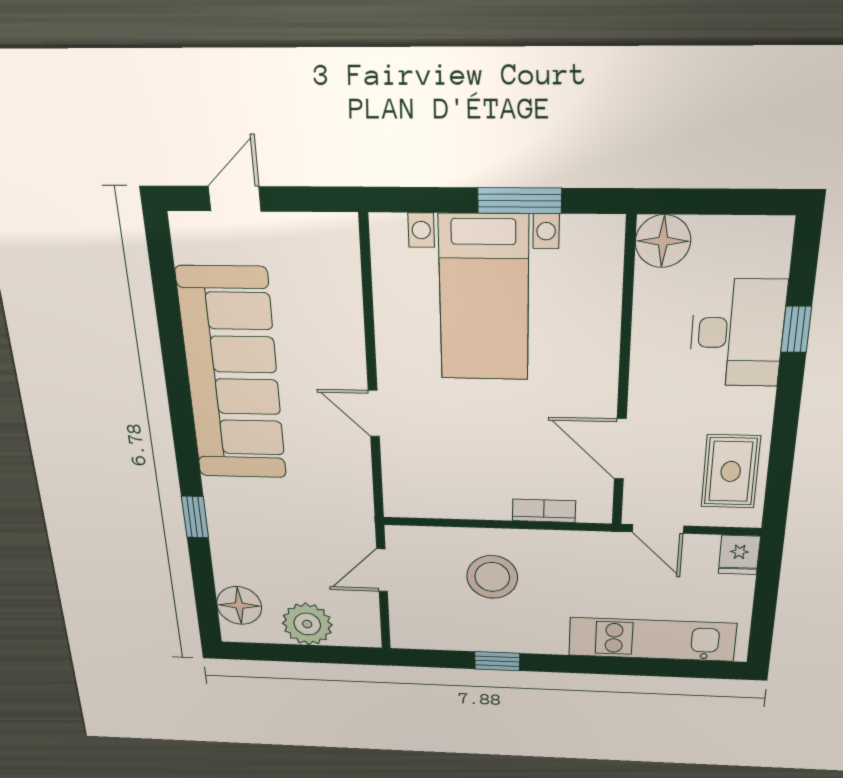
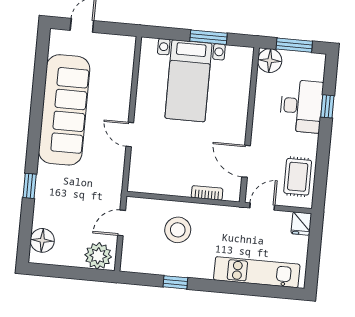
window: (719, 202) -> (294, 45), added
door: (658, 529) -> (262, 206), swing flipped
plant: (307, 624) -> (98, 256), moved

